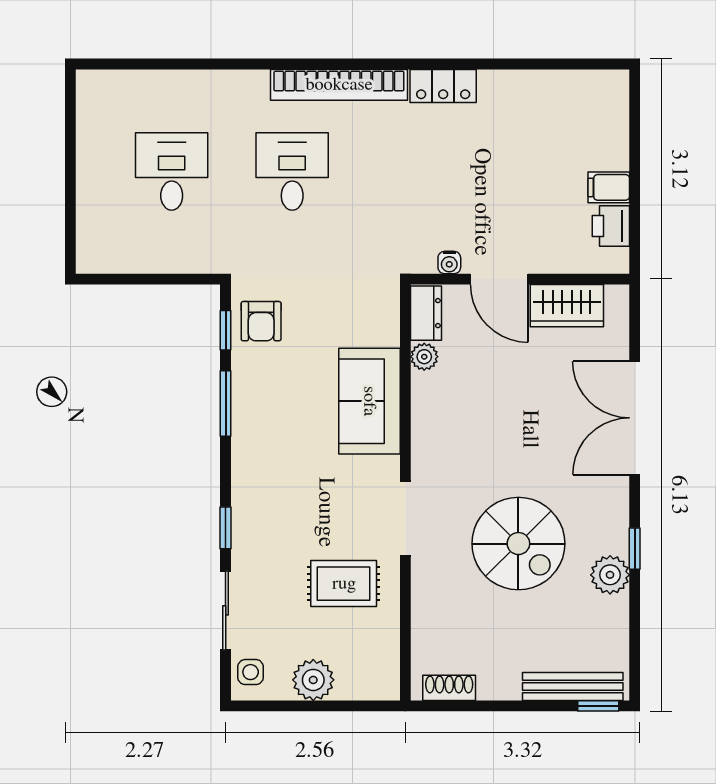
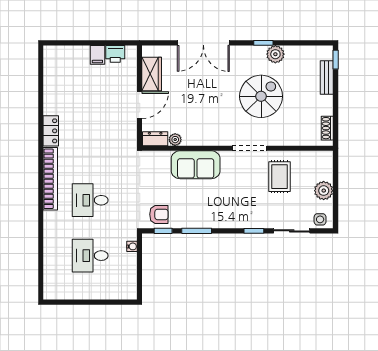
water cooler: (449, 263) -> (132, 246), moved
bench: (573, 686) -> (327, 77), width x0.73

